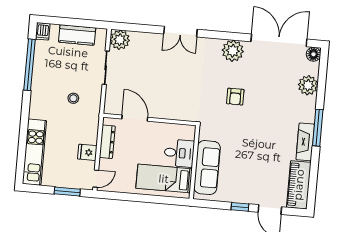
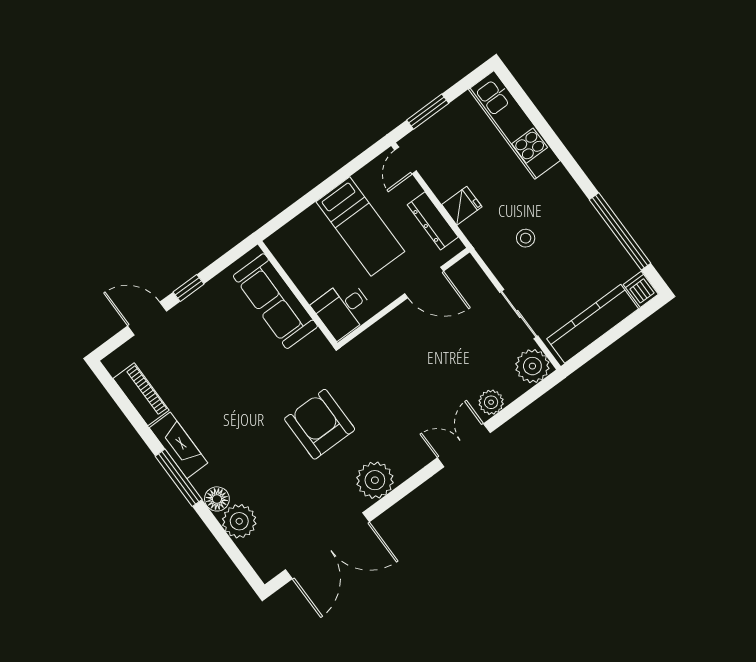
kitchen counter: (77, 35) -> (593, 324), width x1.50
plant: (152, 40) -> (491, 402), added
floor lamp: (313, 54) -> (217, 499), moved
armchair: (235, 97) -> (320, 424), width x1.88, depth x1.88
fridge: (87, 152) -> (462, 206), moved
desk: (179, 153) -> (343, 309), moved
bed: (164, 179) -> (360, 227), moved, turned 90
piano: (299, 185) -> (141, 394), width x0.73, depth x0.75

